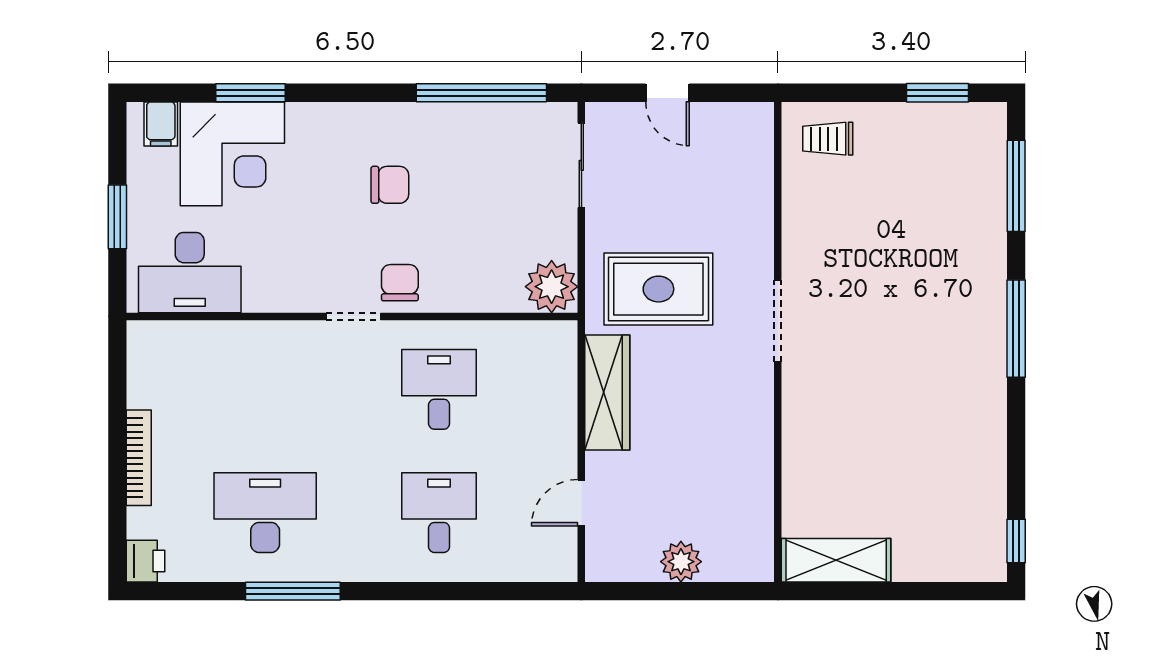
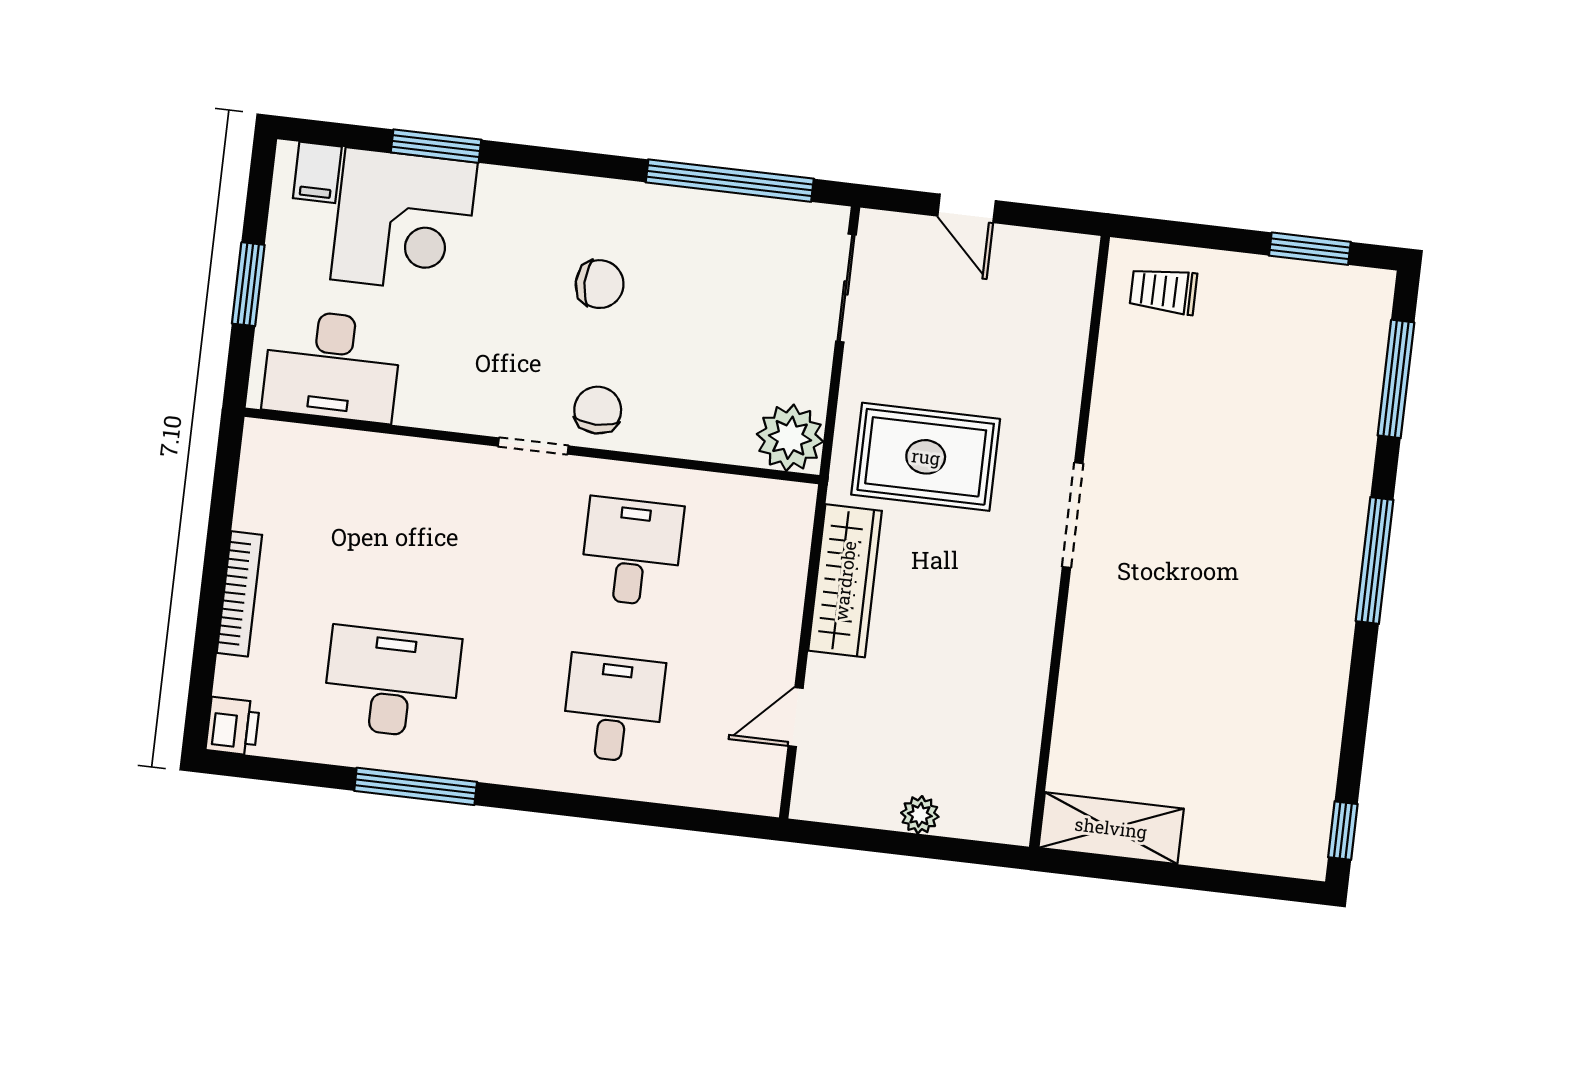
plant: (681, 562) -> (920, 815), width x0.73, depth x0.73

